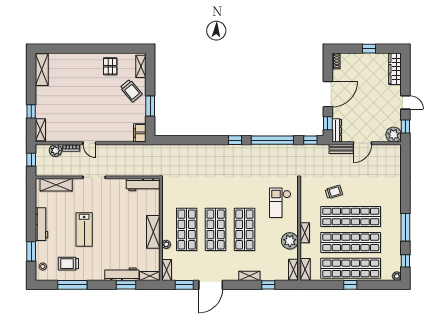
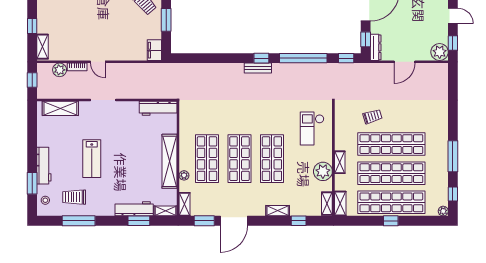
bench: (341, 149) -> (258, 68), moved
workbench: (42, 224) -> (44, 166), moved
shelving: (153, 232) -> (169, 161), width x1.47

